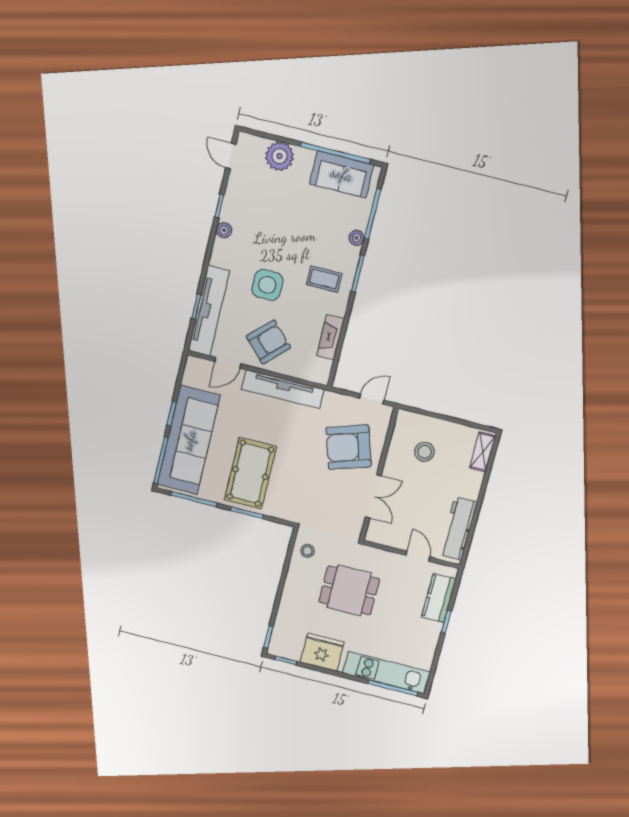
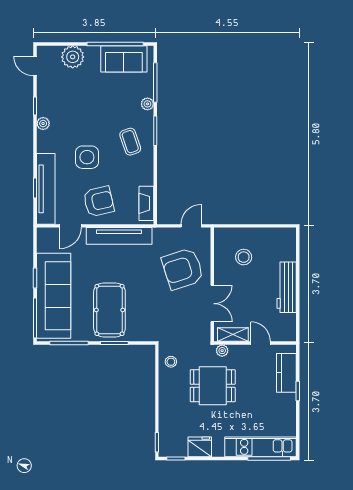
coffee table: (324, 279) -> (130, 142), turned 71
fireplace: (330, 337) -> (146, 203), moved
armchair: (268, 342) -> (99, 201), turned 31
shelving: (483, 452) -> (233, 335), moved, turned 90
workbench: (458, 528) -> (287, 287), moved
plant: (371, 553) -> (222, 351), added
fridge: (322, 652) -> (200, 447), width x0.73, depth x0.75

